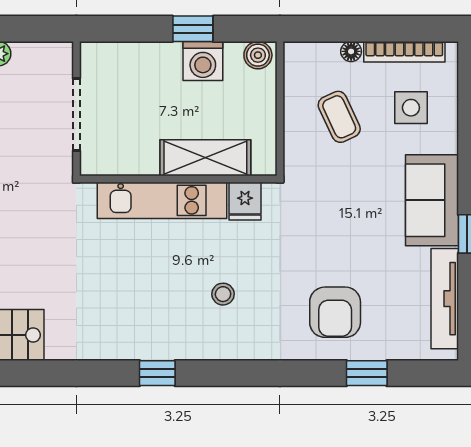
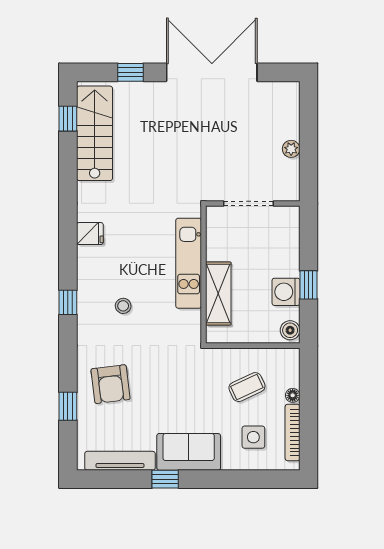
fridge: (245, 201) -> (90, 234), moved, turned 180
armchair: (335, 312) -> (111, 384), turned -97
window: (157, 373) -> (68, 302), moved

